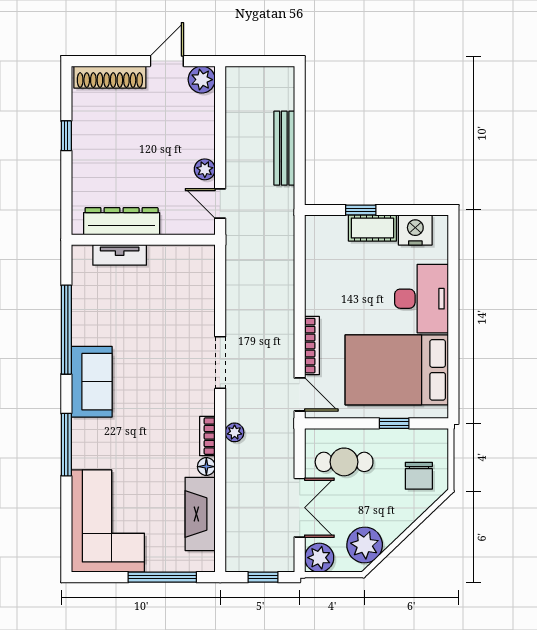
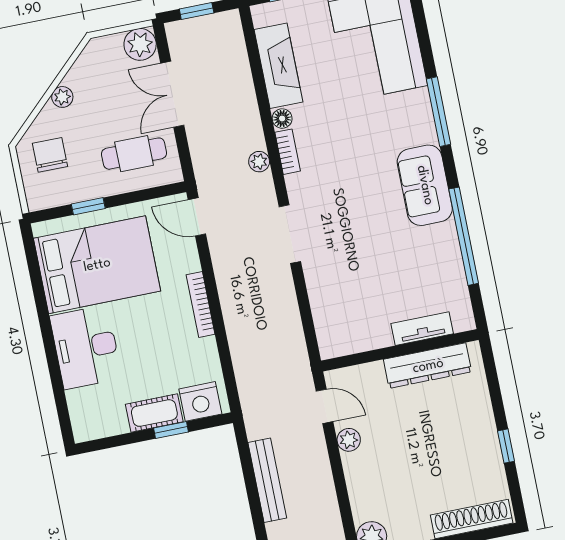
nightstand: (415, 230) -> (200, 401), moved
bookcase: (312, 346) -> (201, 304), moved
plant: (365, 545) -> (62, 97), moved, width x0.53, depth x0.53

